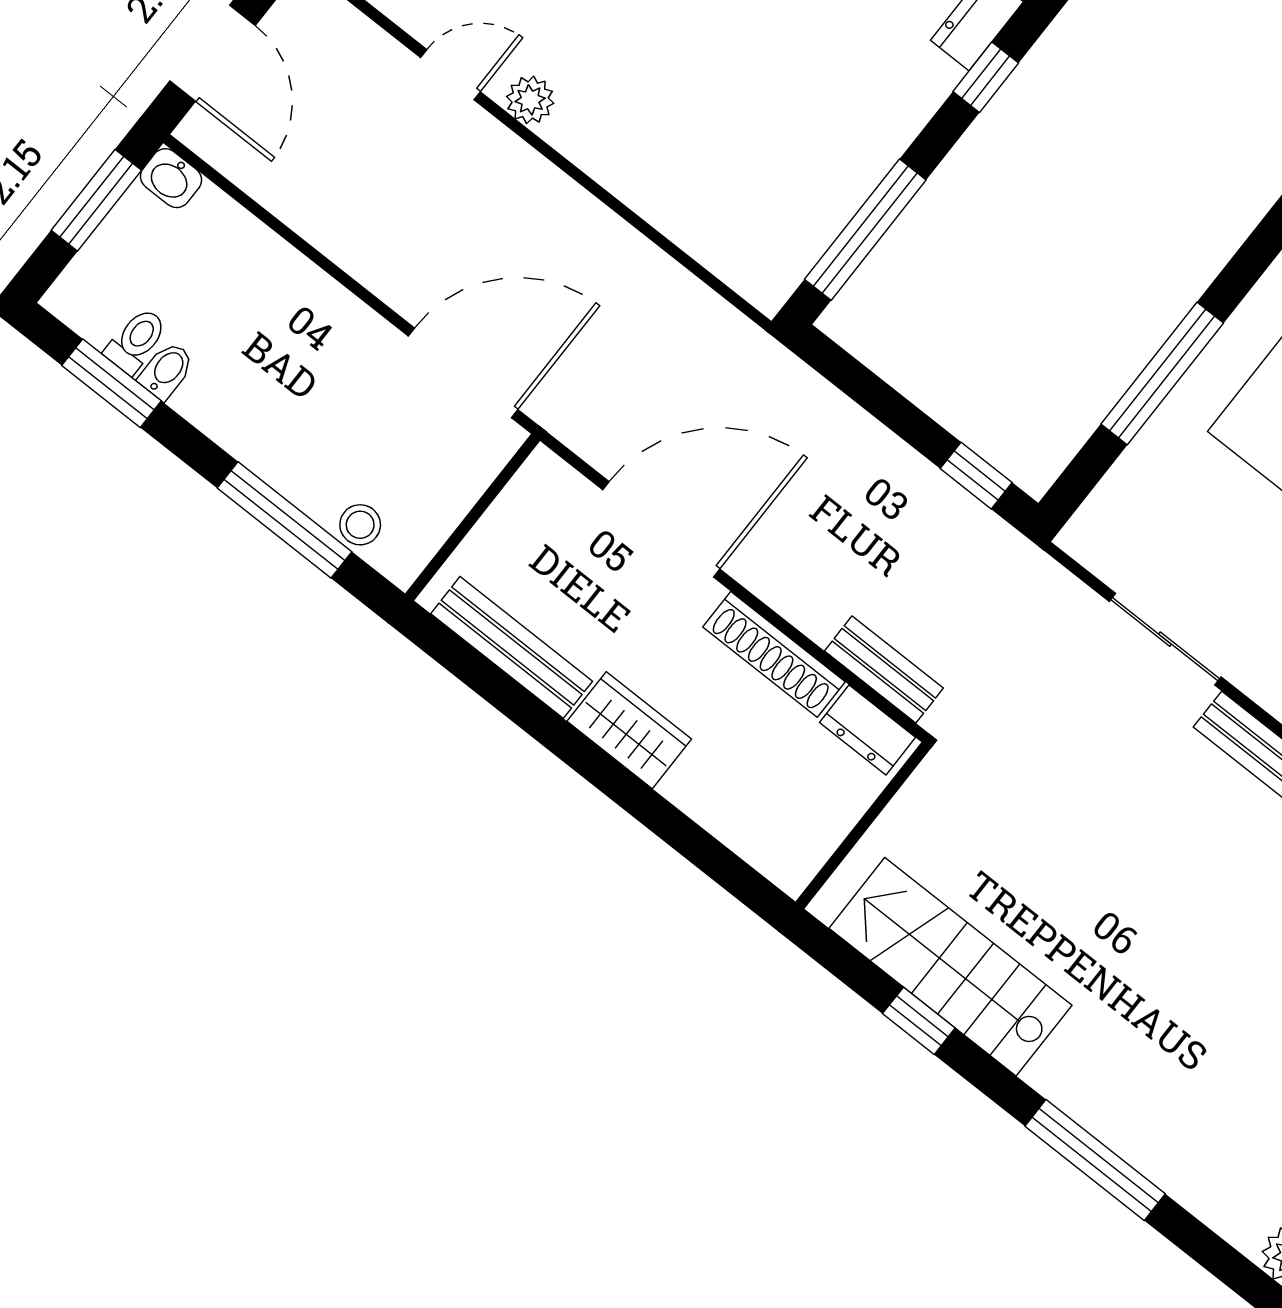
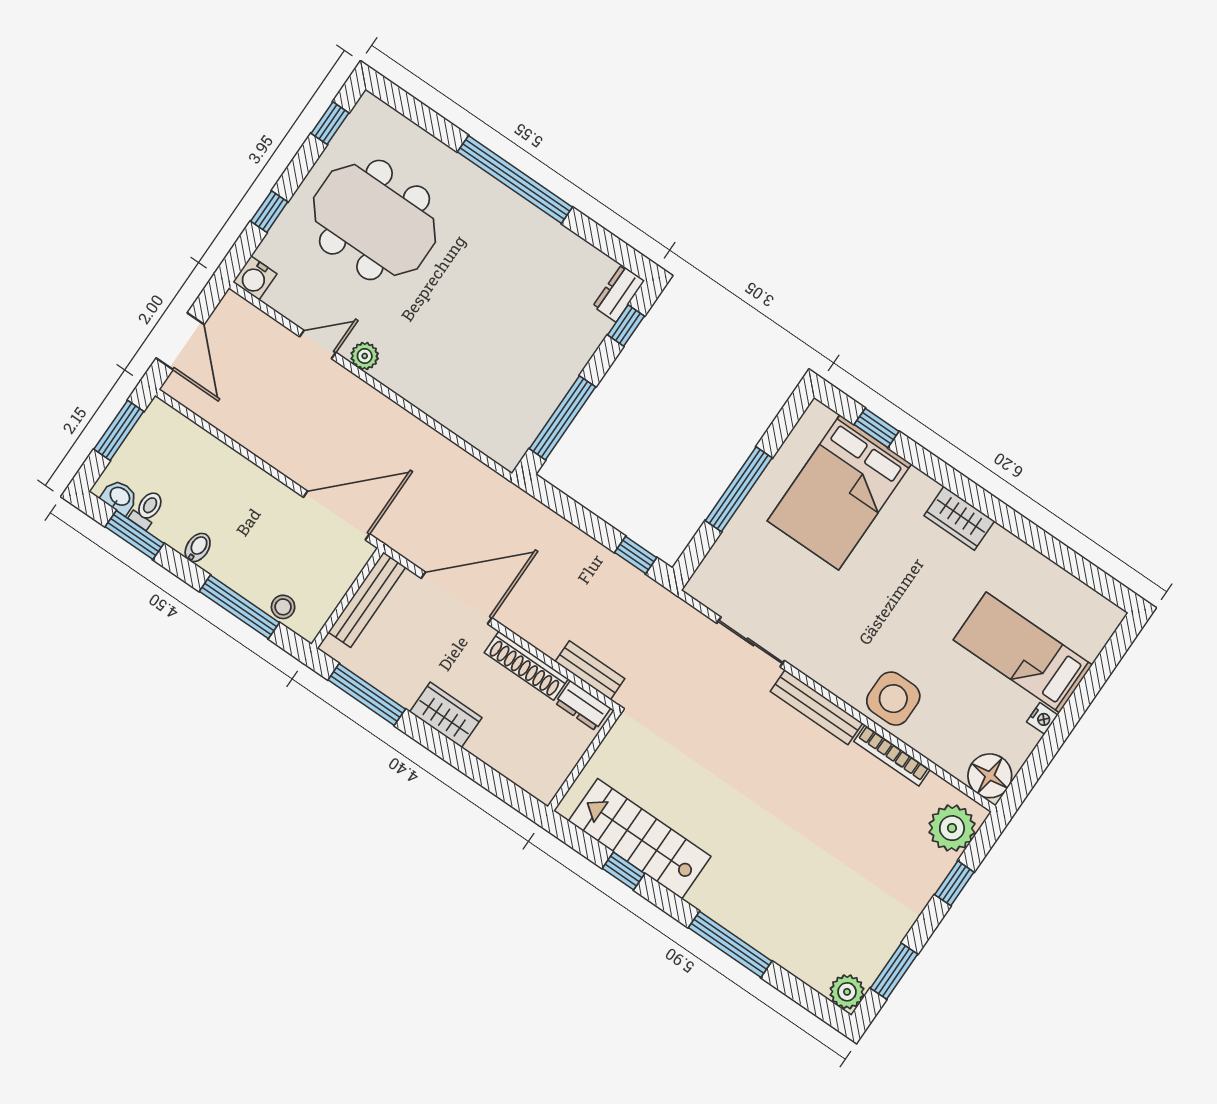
washbasin: (171, 178) -> (119, 497), moved, turned 180
bidet: (166, 371) -> (198, 548), moved
bench: (512, 647) -> (367, 600), moved, turned 90
window: (495, 686) -> (367, 694), added

